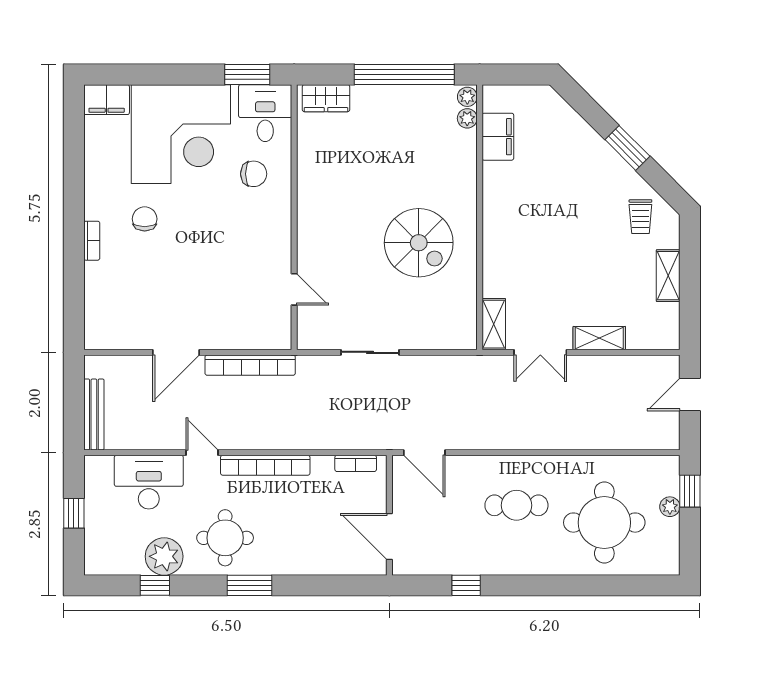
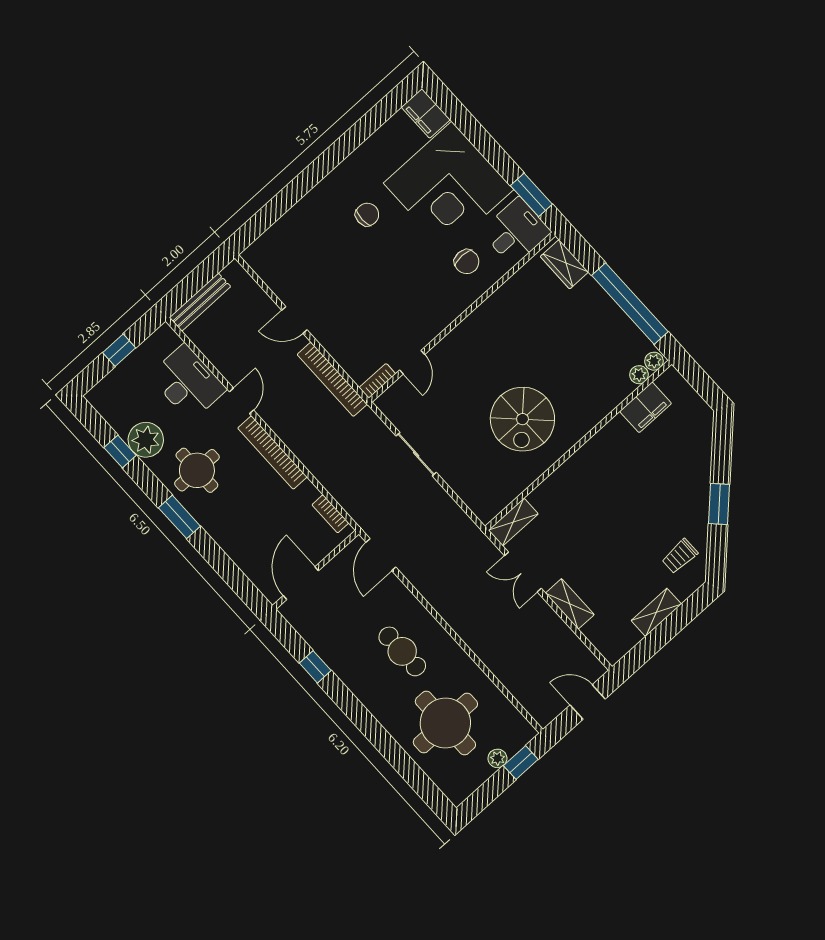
bookcase: (92, 241) -> (377, 381), moved, turned 180
door: (176, 352) -> (294, 320), width x0.73

